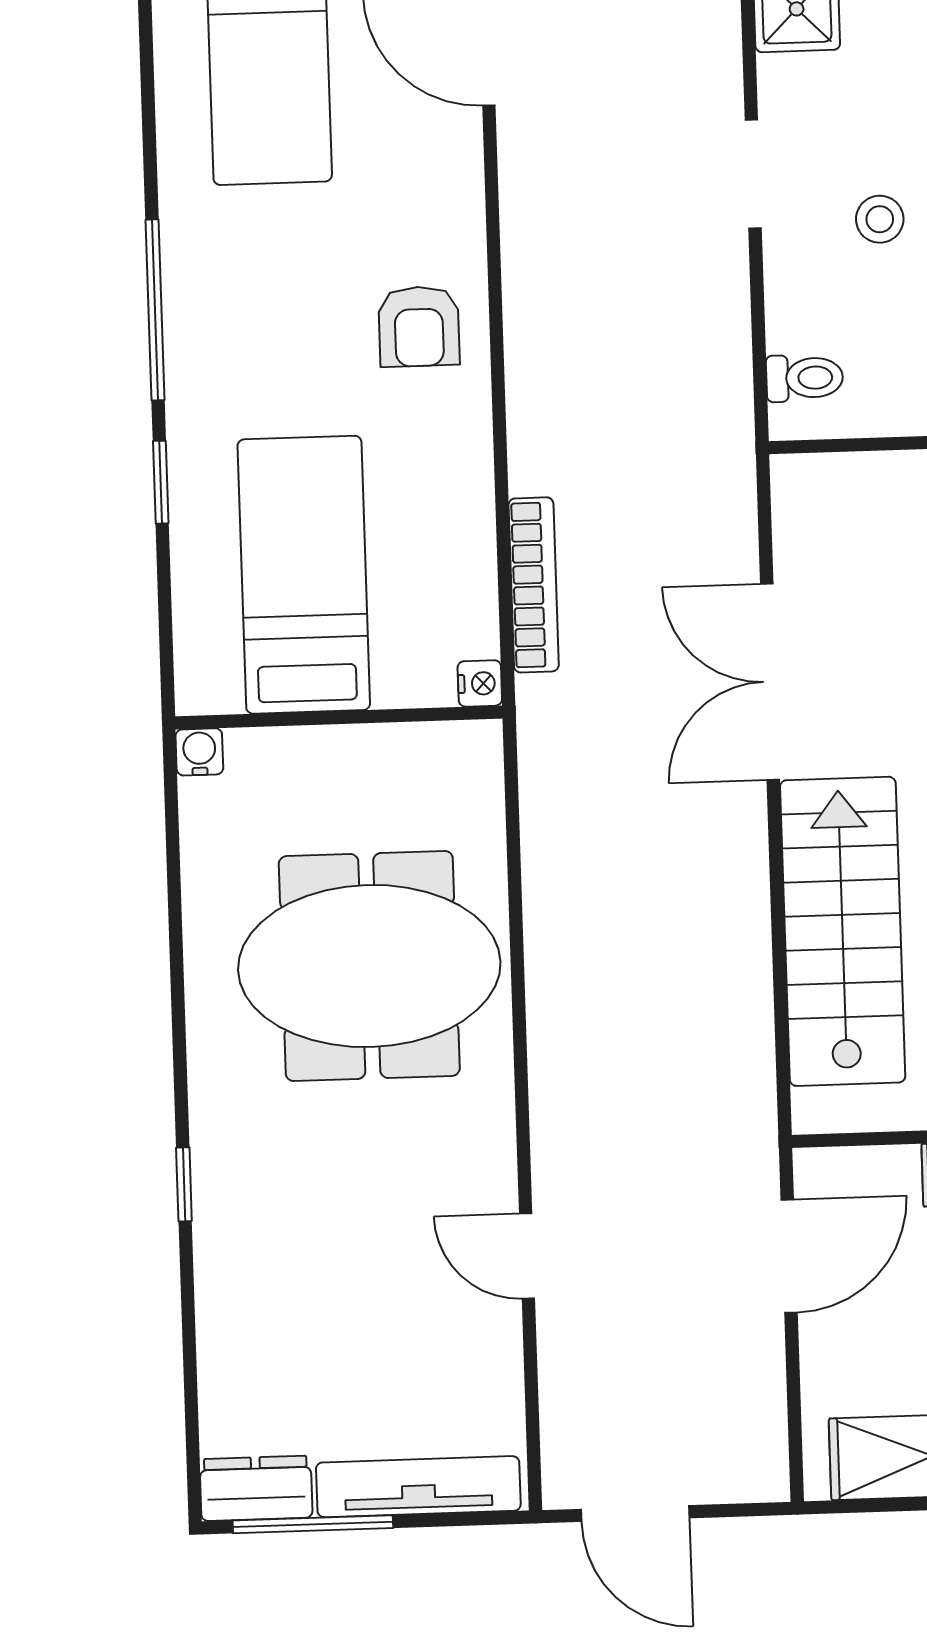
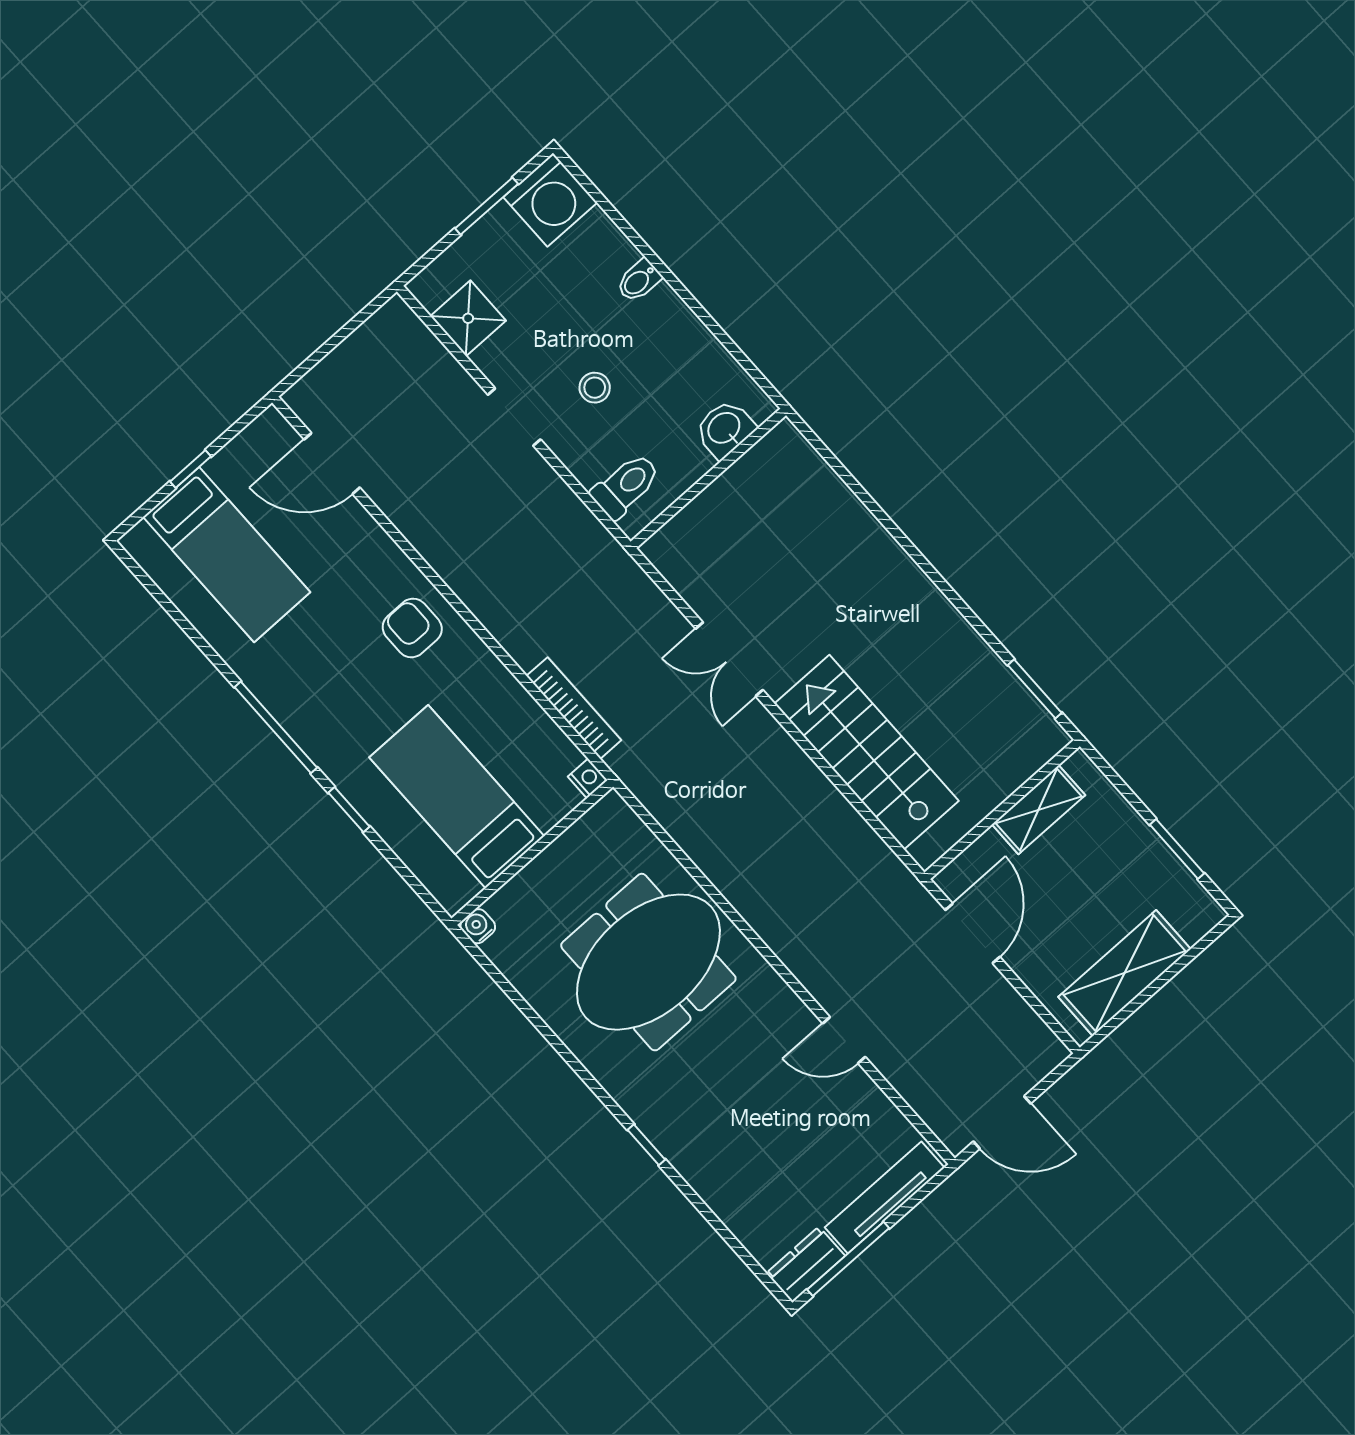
armchair: (419, 326) -> (412, 628), turned 180
toilet: (805, 378) -> (626, 486), width x1.37, depth x1.39
double door: (770, 682) -> (729, 659), width x0.73

